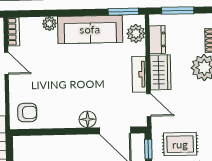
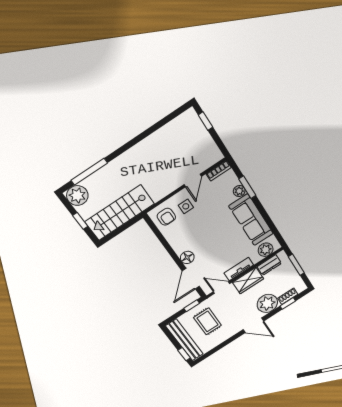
window: (123, 12) -> (247, 187), moved
side table: (29, 87) -> (186, 206), added
door: (149, 105) -> (222, 288), swing flipped

